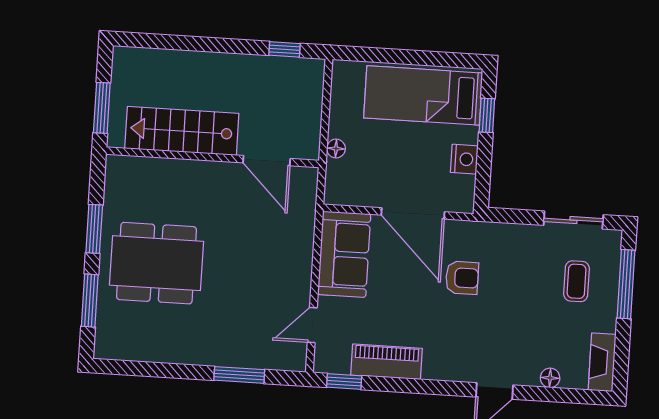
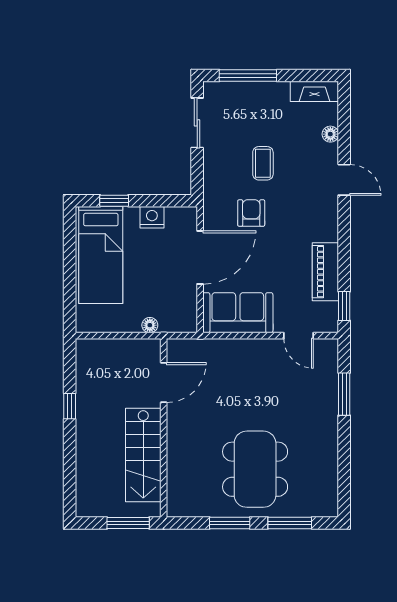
window: (285, 49) -> (70, 406), moved
coffee table: (576, 281) -> (263, 163), moved, turned 90

